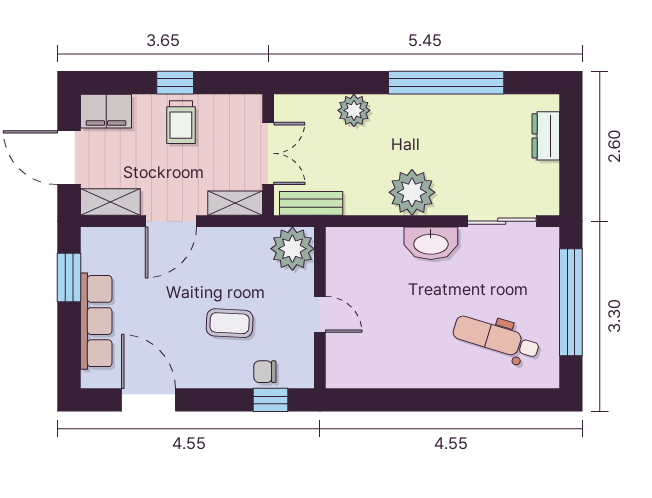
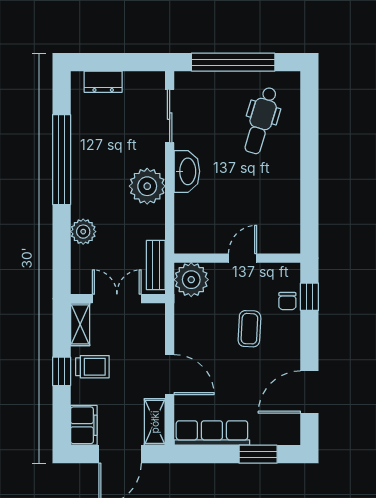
shelving: (235, 203) -> (80, 324), moved
window: (69, 278) -> (258, 454), moved
row of seats: (96, 321) -> (212, 433), moved

